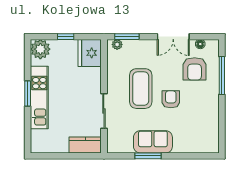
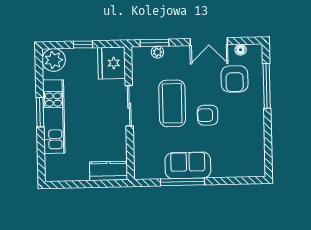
plant: (117, 44) -> (157, 52), moved
armchair: (171, 99) -> (208, 115), turned -90
sliding door: (104, 111) -> (129, 106), moved
window: (148, 156) -> (182, 182), width x1.44

